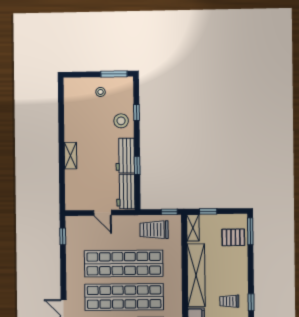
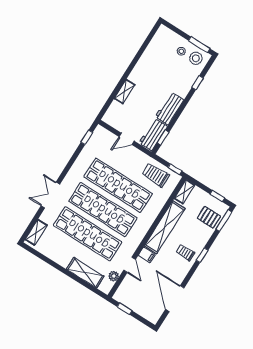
stool: (121, 121) -> (196, 58), moved
shelving: (70, 156) -> (125, 92), moved
window: (137, 165) -> (163, 138), moved
window: (208, 211) -> (217, 196), moved
door: (103, 213) -> (127, 139), hinge flipped
trolley: (229, 301) -> (186, 253), moved
window: (251, 302) -> (202, 255), moved

